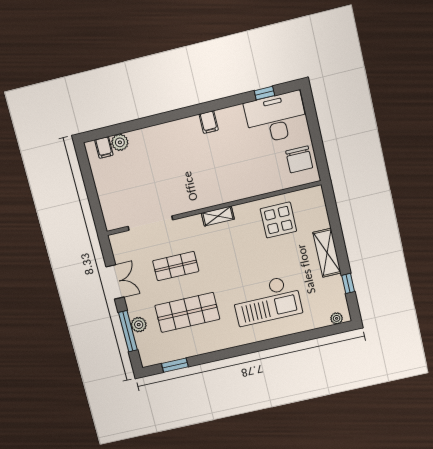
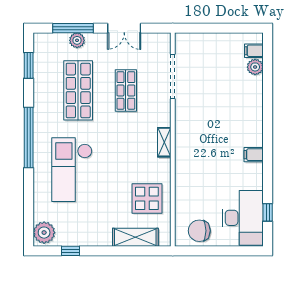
shelving: (327, 253) -> (135, 237), moved
plant: (337, 318) -> (44, 233), width x1.88, depth x1.88
window: (245, 349) -> (29, 137), added

